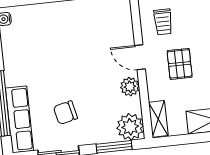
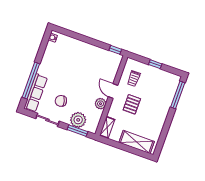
plant: (130, 127) -> (78, 120), moved

